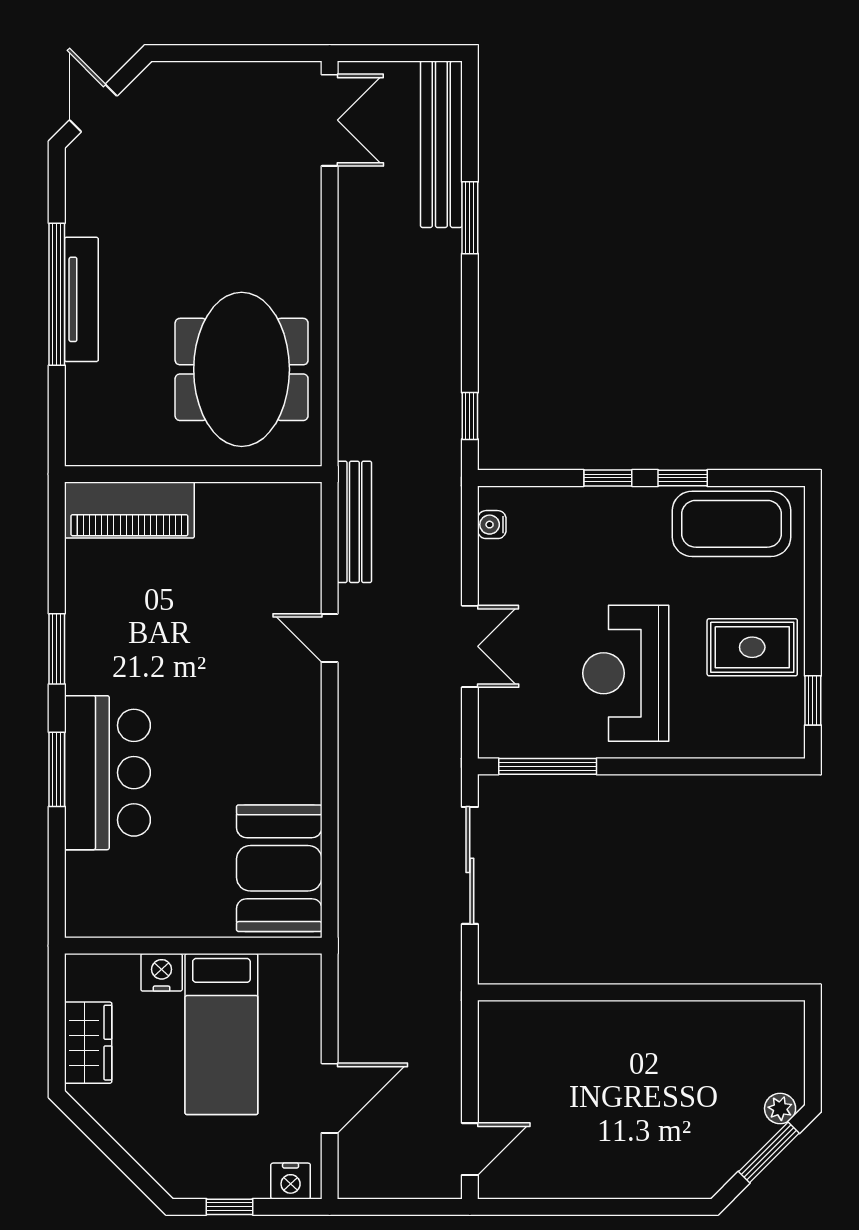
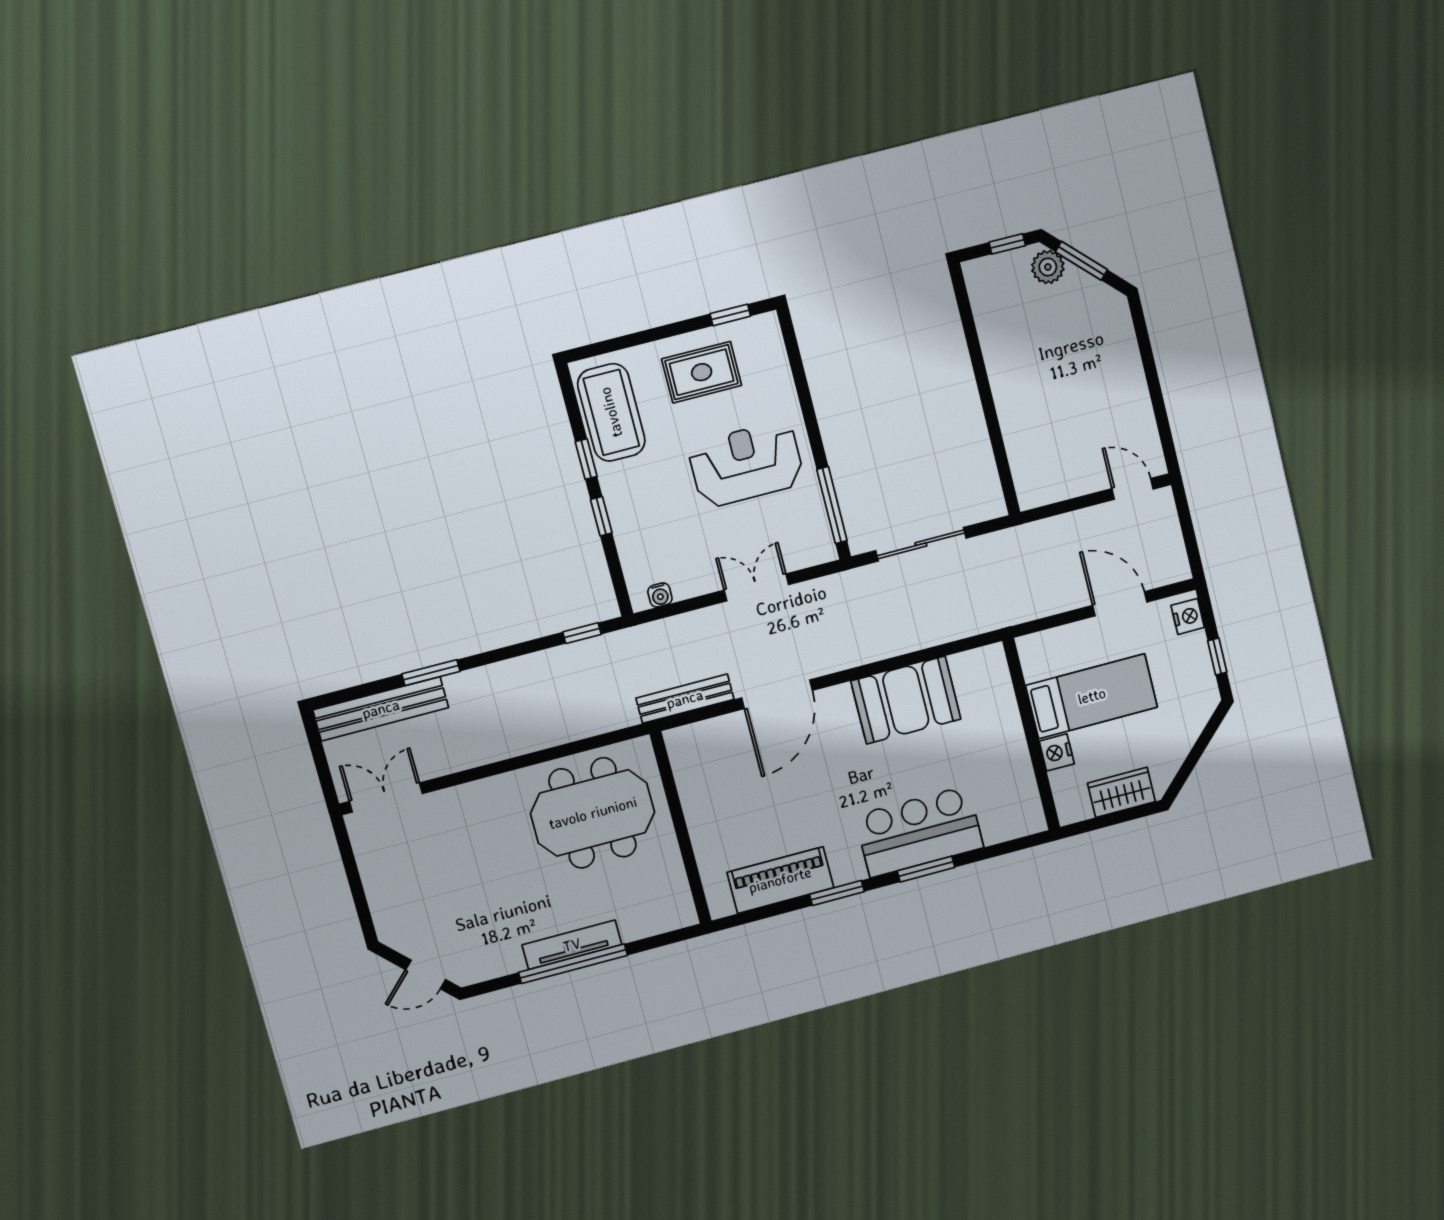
piano: (129, 510) -> (780, 880), moved, turned -90
door: (330, 638) -> (777, 694), width x1.87
rug: (752, 647) -> (702, 372), turned 90
reception desk: (626, 673) -> (746, 464), turned 180
booth: (279, 868) -> (906, 700), moved
window: (813, 1065) -> (1007, 244), added
plant: (780, 1108) -> (1048, 267), width x1.38, depth x1.38

